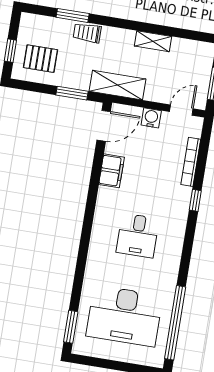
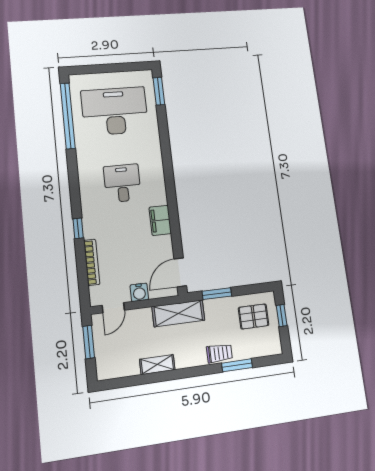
filing cabinet: (111, 171) -> (160, 220), moved

